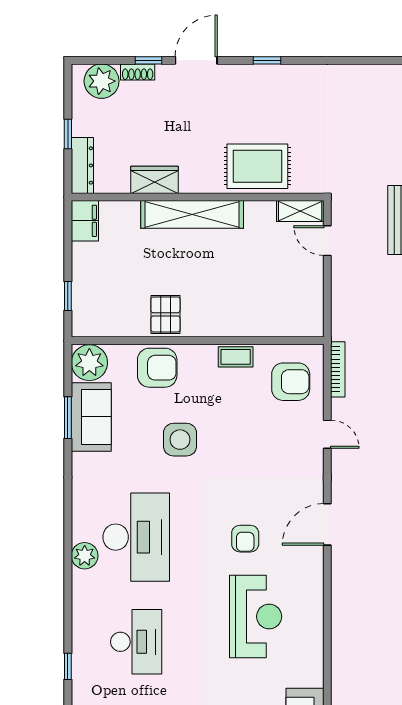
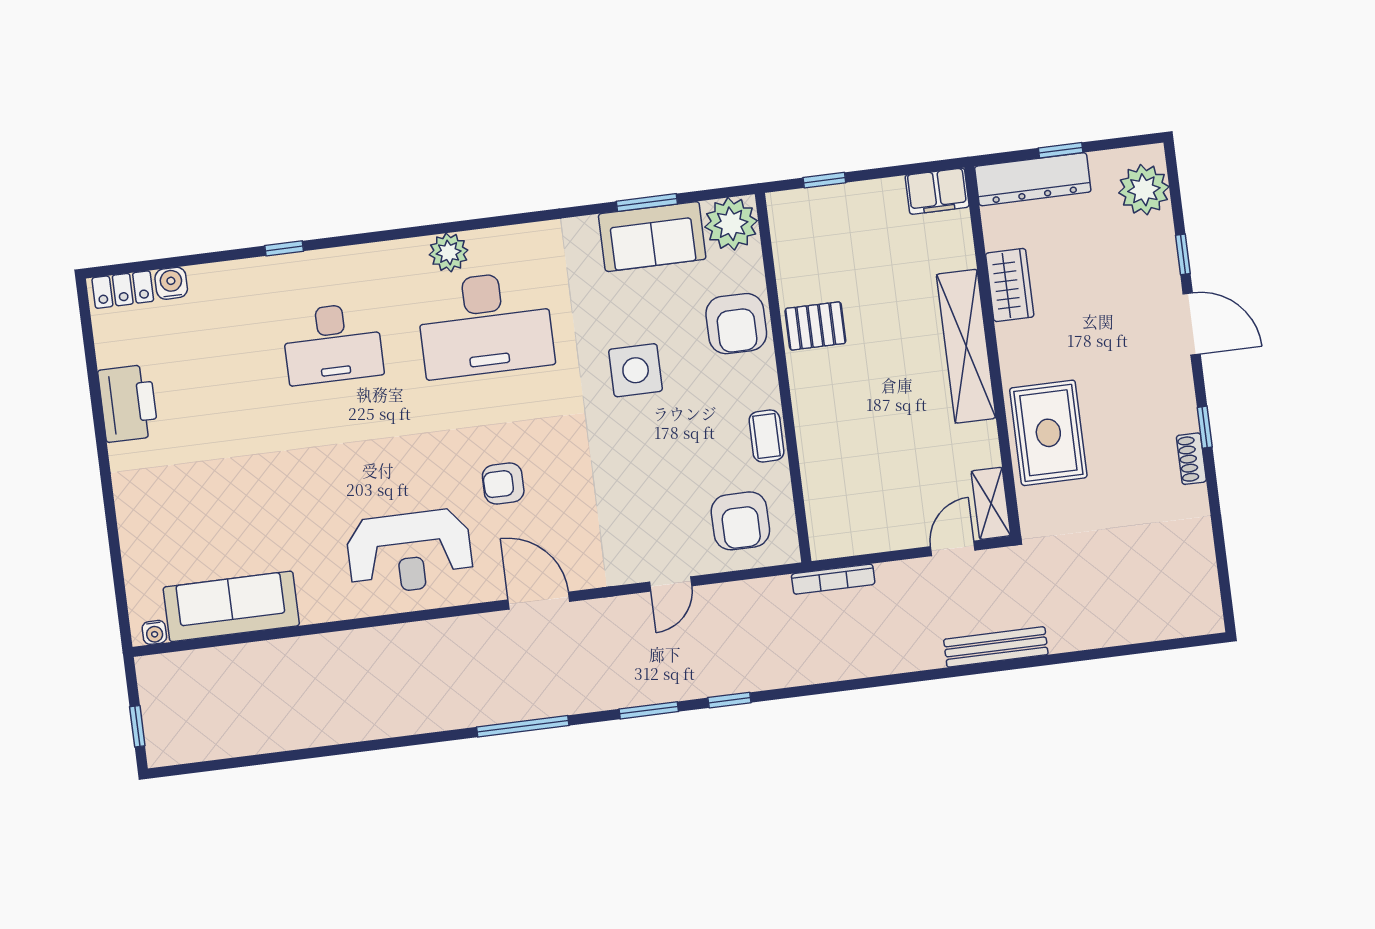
shoe rack: (138, 72) -> (1191, 459), moved
dresser: (82, 165) -> (1033, 179), width x1.37, depth x1.24
bookcase: (338, 369) -> (833, 579), moved
reception desk: (256, 616) -> (410, 552), moved

